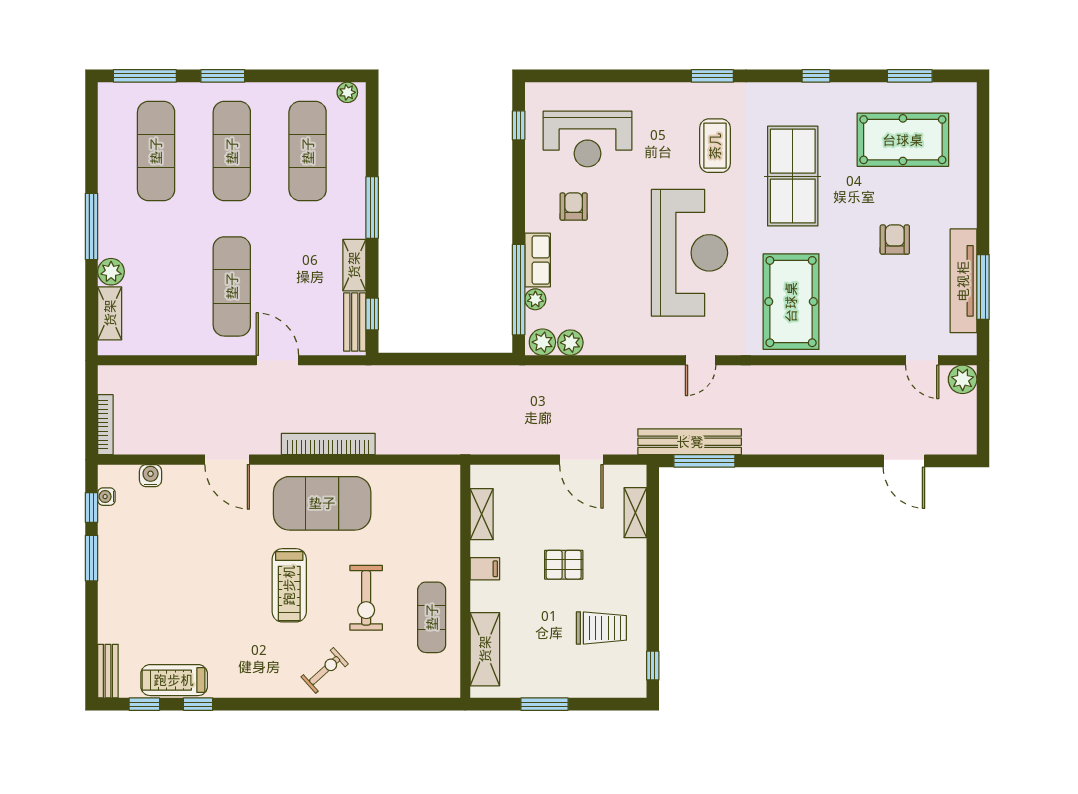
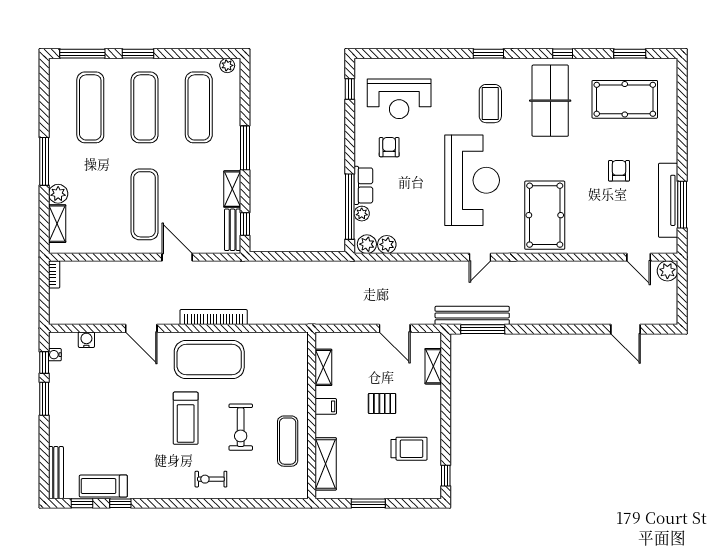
table tennis table: (793, 176) -> (550, 101), moved
bookcase: (105, 425) -> (54, 274), moved, width x0.64
exercise bike: (325, 670) -> (211, 479), turned -138
bench: (108, 671) -> (56, 473), width x1.36

